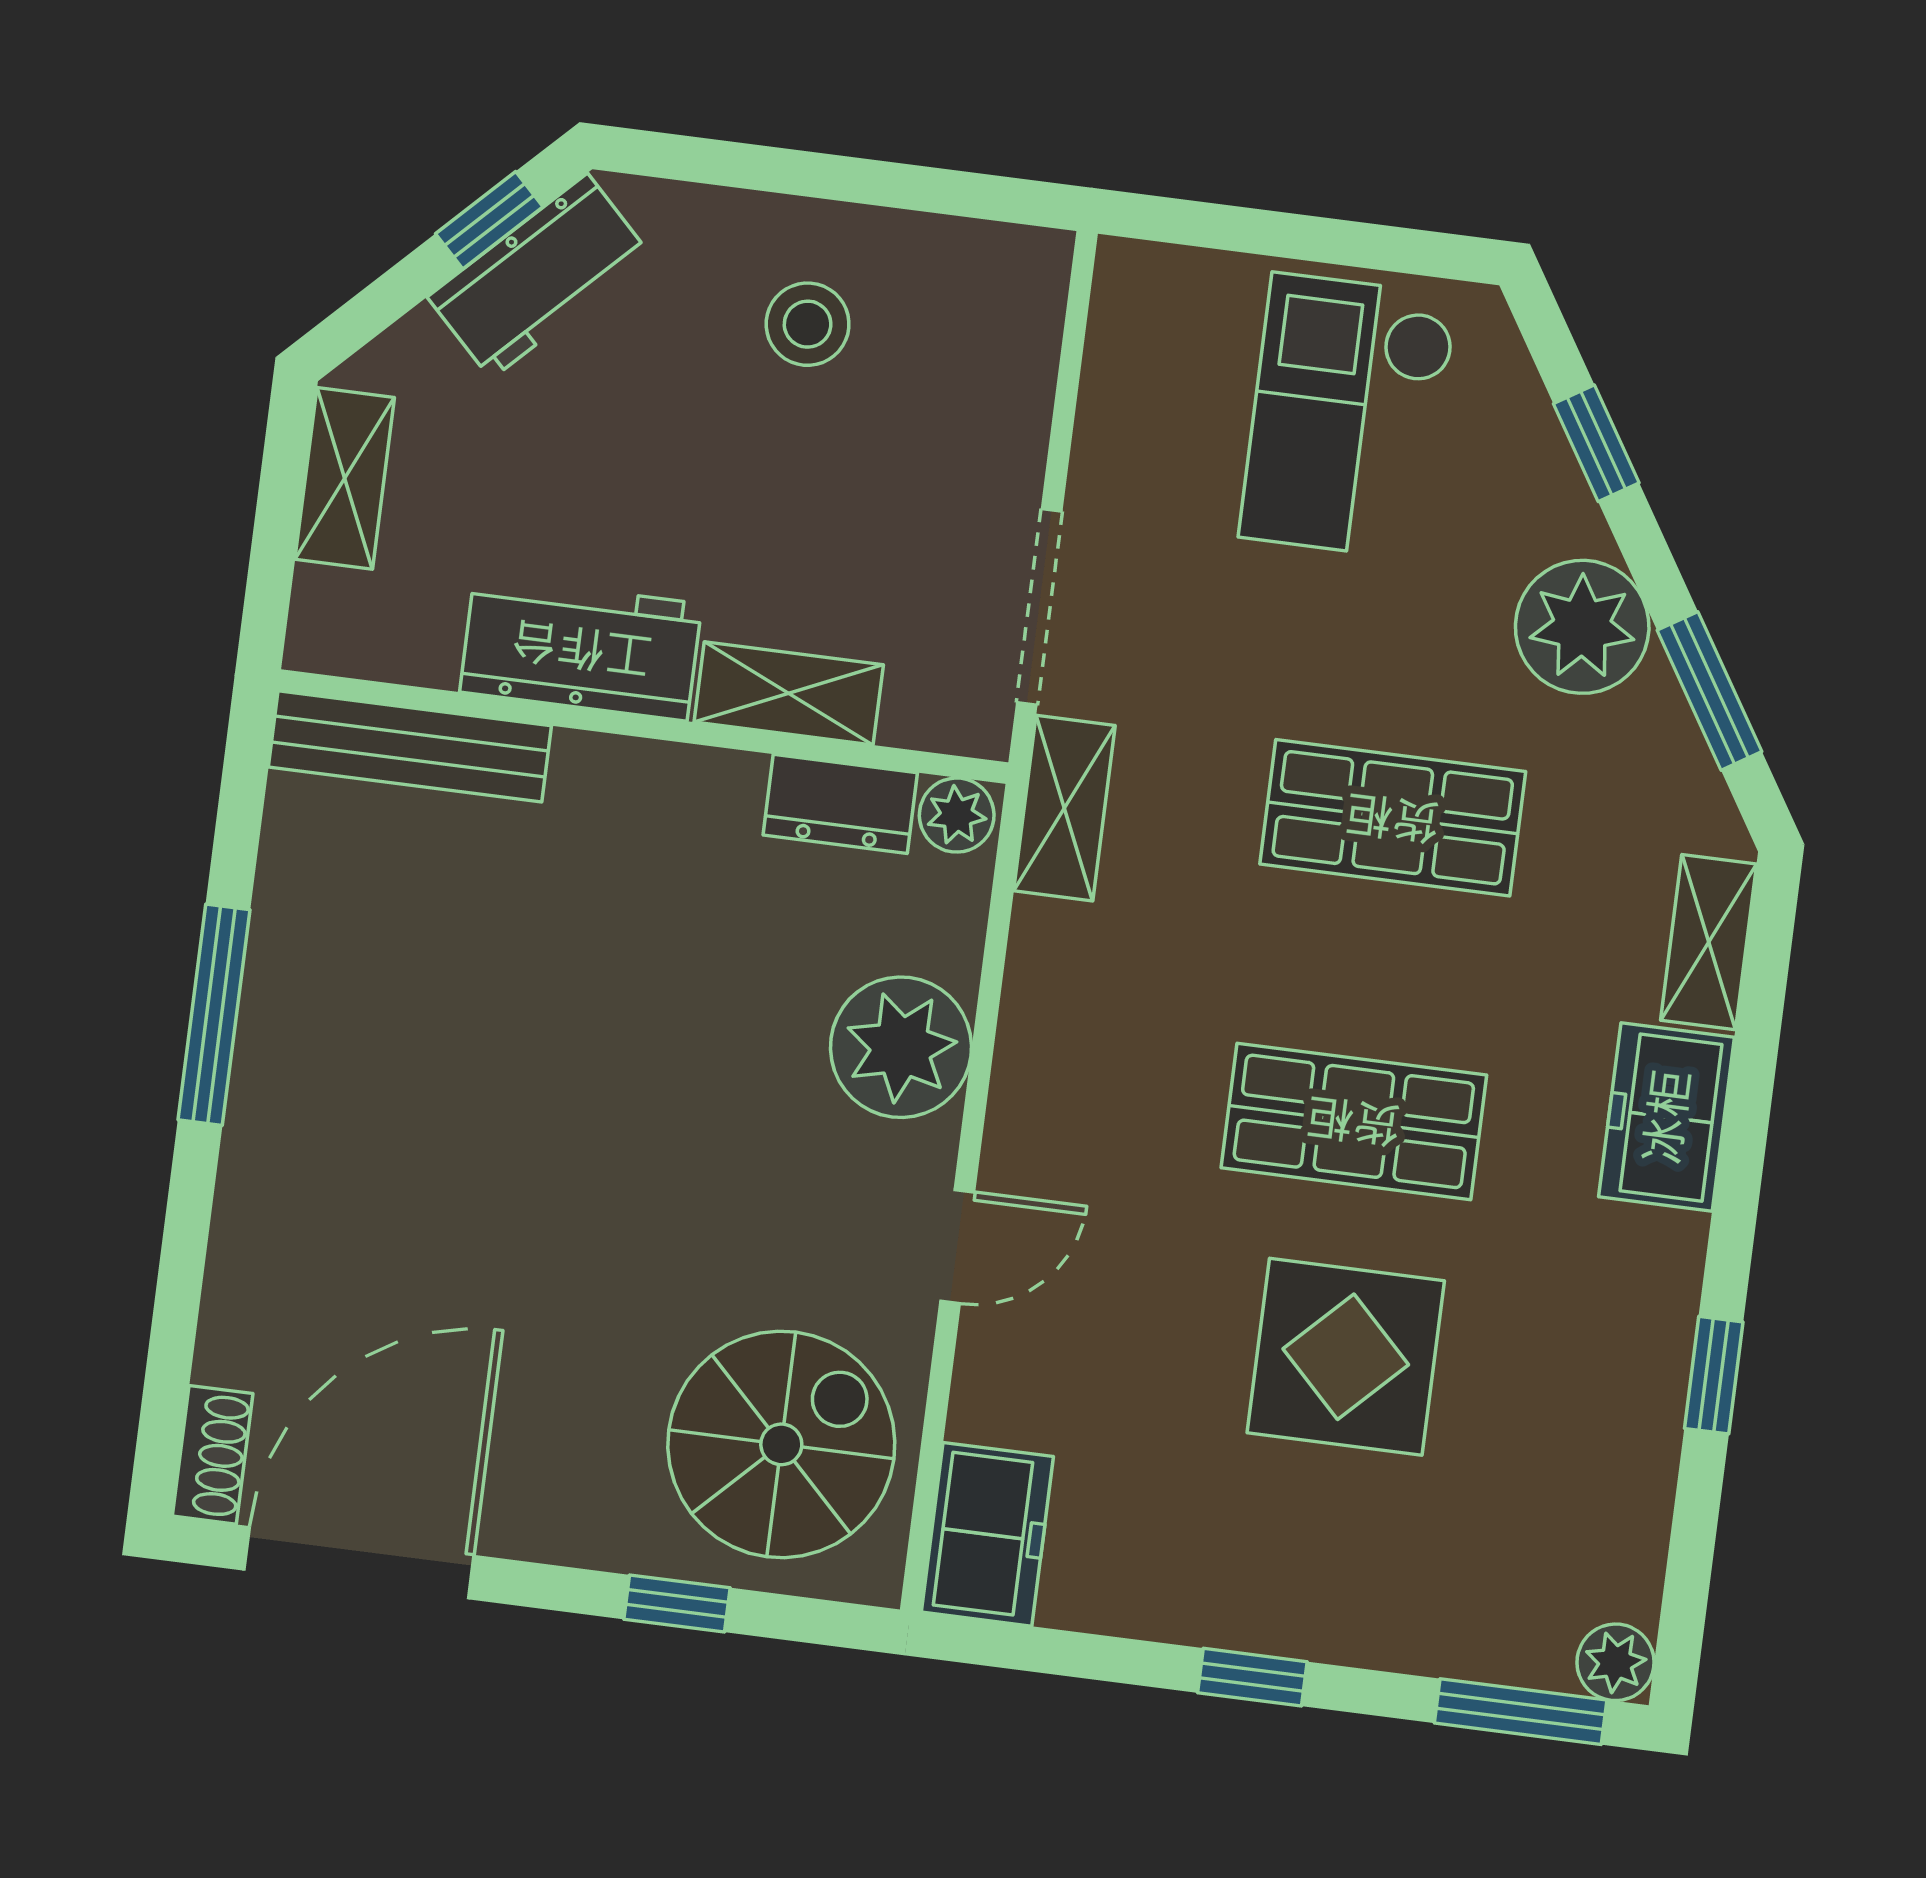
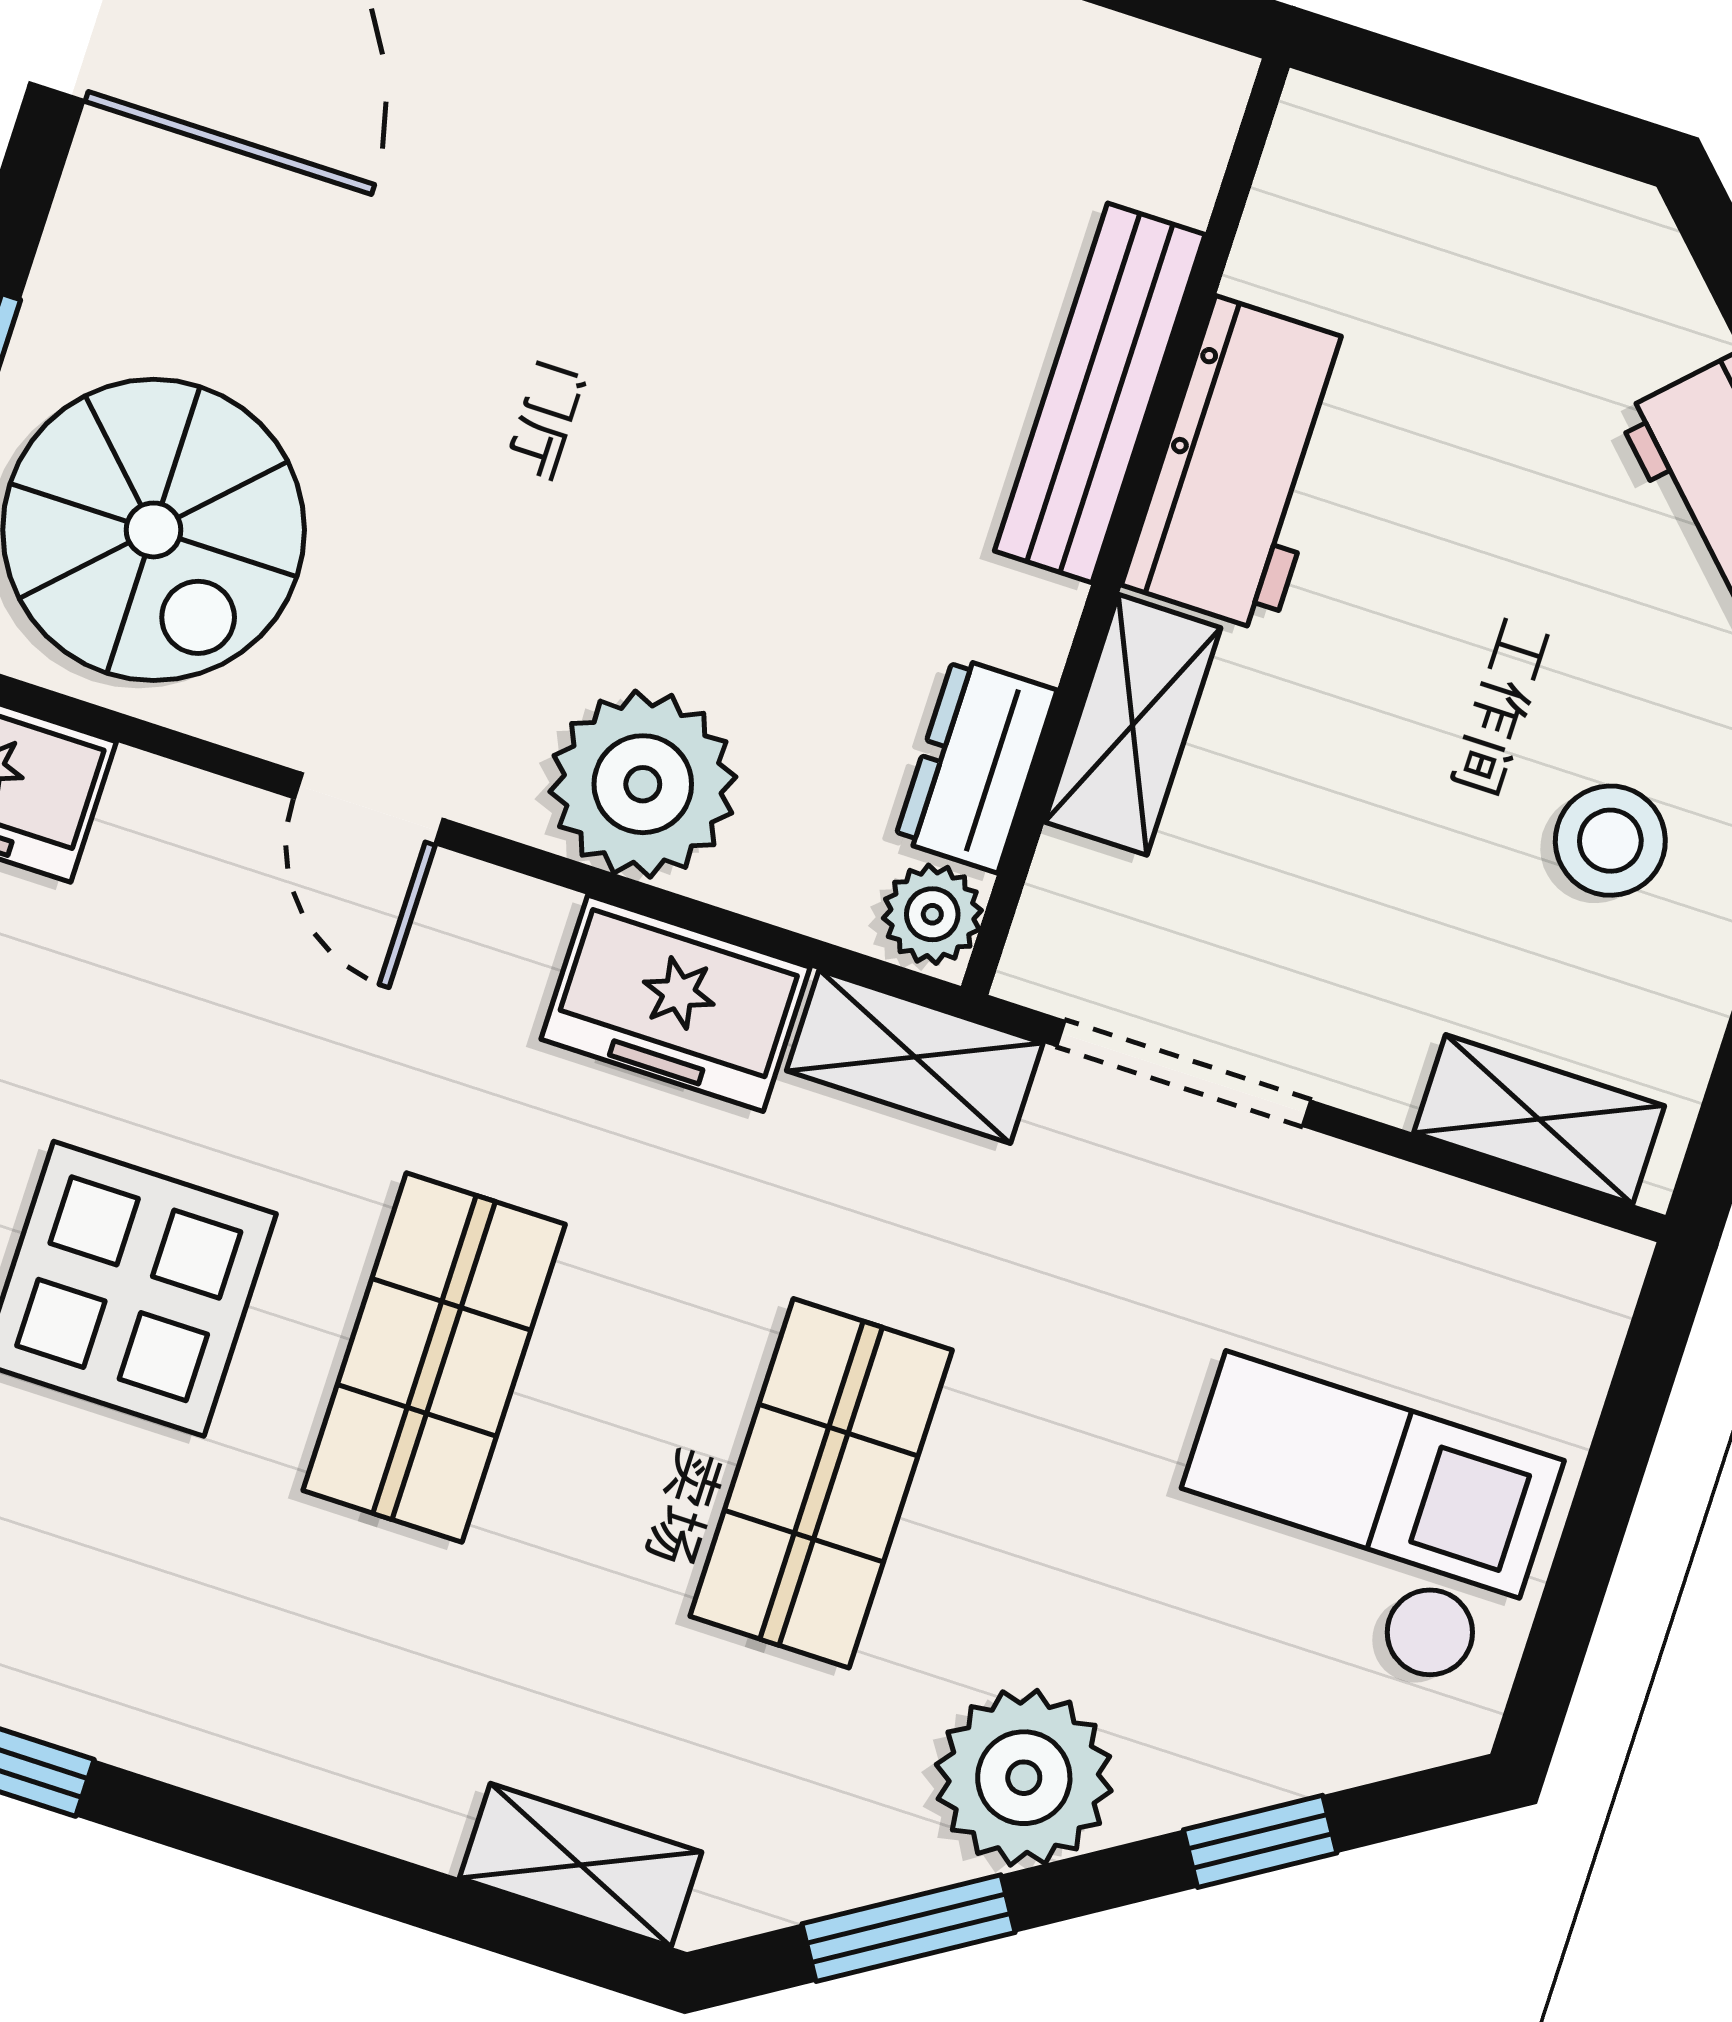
shelving: (345, 478) -> (1539, 1119), moved
bench: (410, 746) -> (1100, 393), moved
freezer: (1667, 1117) -> (675, 1003), moved, turned 180

